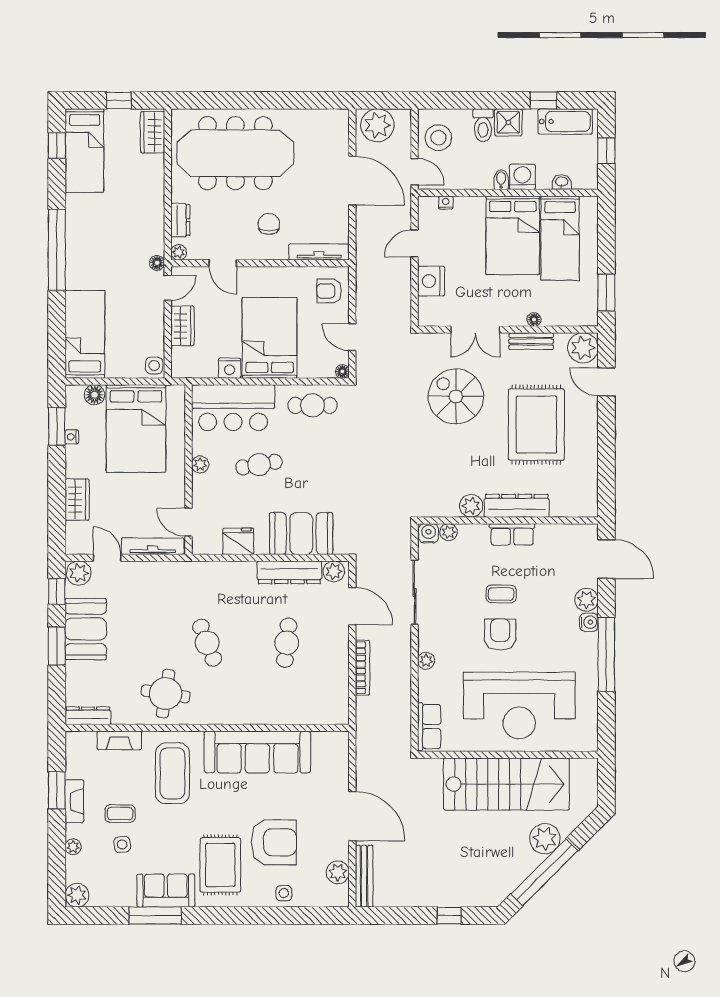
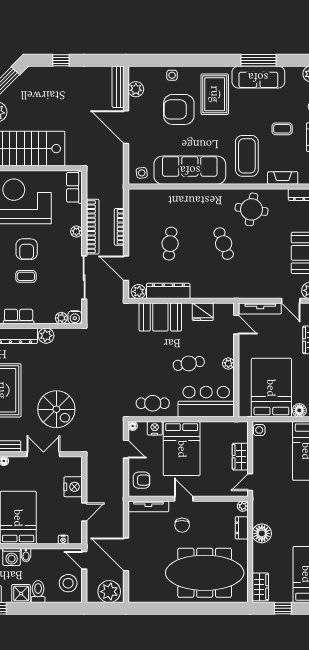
floor lamp: (157, 263) -> (262, 533), moved, width x1.89, depth x1.89
door: (223, 263) -> (184, 499), moved
nightstand: (230, 368) -> (155, 428), moved
bookcase: (402, 668) -> (93, 227), added
side table: (122, 844) -> (142, 173), moved
sofa: (166, 891) -> (258, 77), width x1.36

